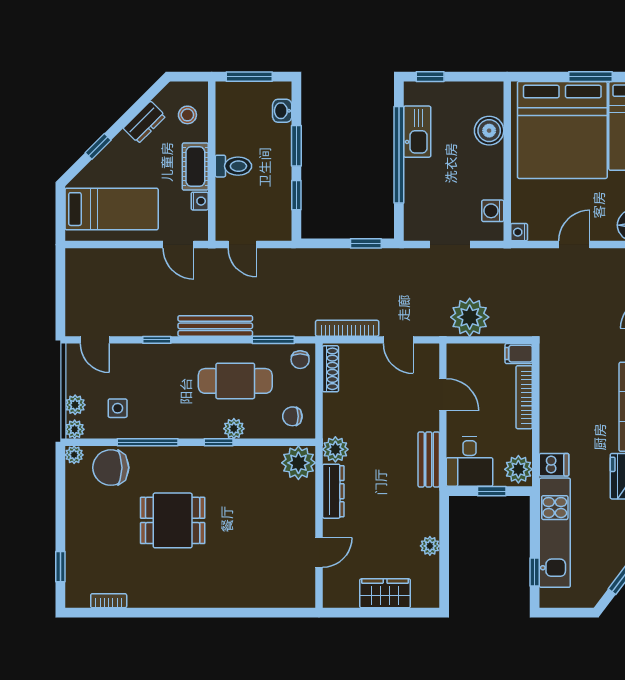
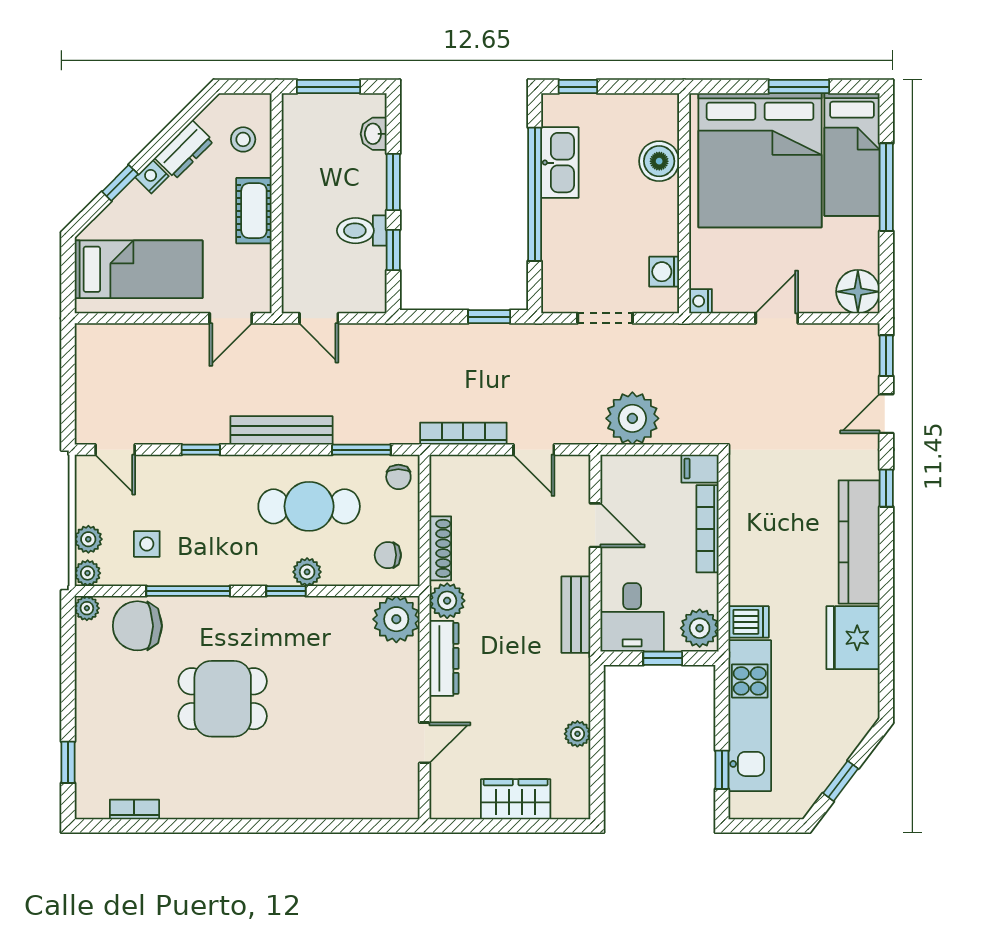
toilet: (233, 166) -> (362, 231), moved, turned 180
nightstand: (200, 201) -> (152, 177), moved, turned -135
door: (178, 245) -> (231, 318), hinge flipped
shoe rack: (330, 369) -> (440, 548), moved

